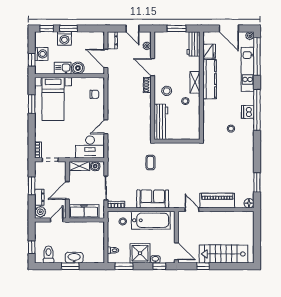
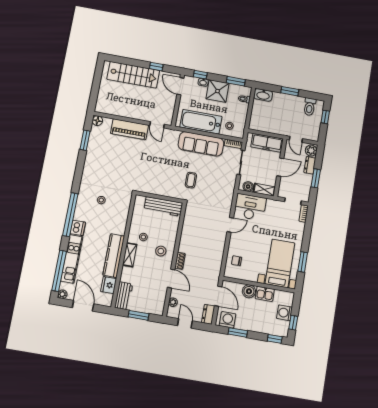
window: (69, 28) -> (238, 332), moved
washing machine: (64, 38) -> (228, 320), moved
window: (32, 60) -> (293, 323), moved
dishwasher: (248, 112) -> (78, 228), moved
workbench: (161, 122) -> (163, 207), moved, turned -90
sofa: (153, 199) -> (201, 144), width x1.36
door: (57, 220) -> (296, 139), hinge flipped
washbasin: (74, 258) -> (263, 95), moved

